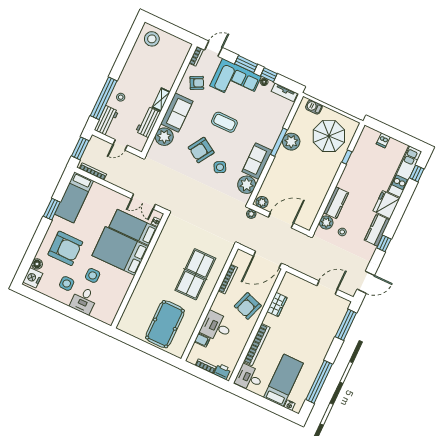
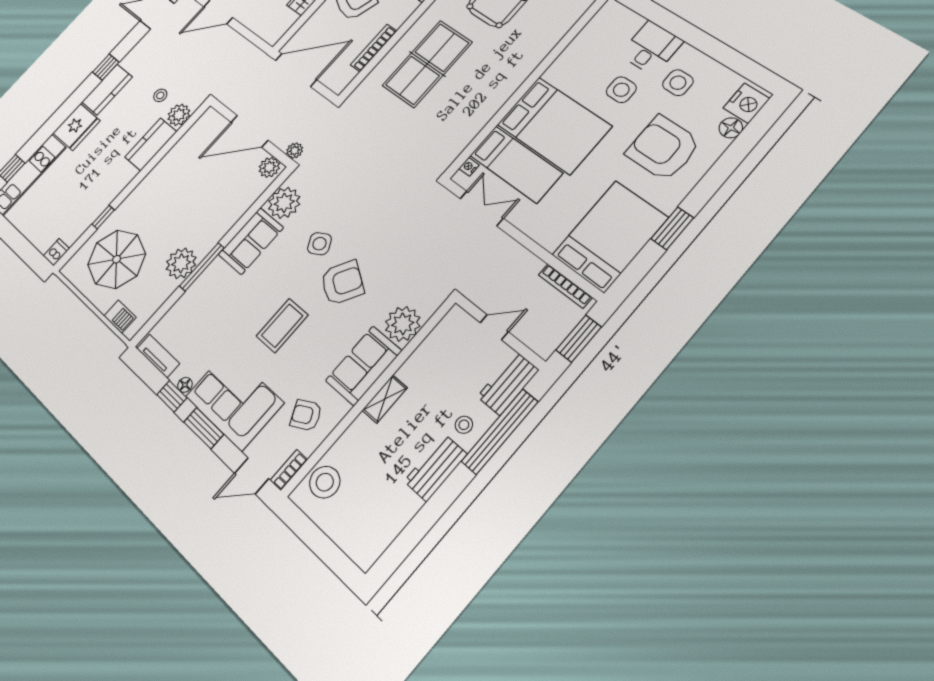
stool: (152, 39) -> (325, 482), moved
workbench: (148, 122) -> (436, 468), moved, turned 180
coffee table: (224, 122) -> (282, 326), turned 90
dishwasher: (383, 140) -> (56, 252), moved
bed: (74, 197) -> (610, 236), width x1.50

